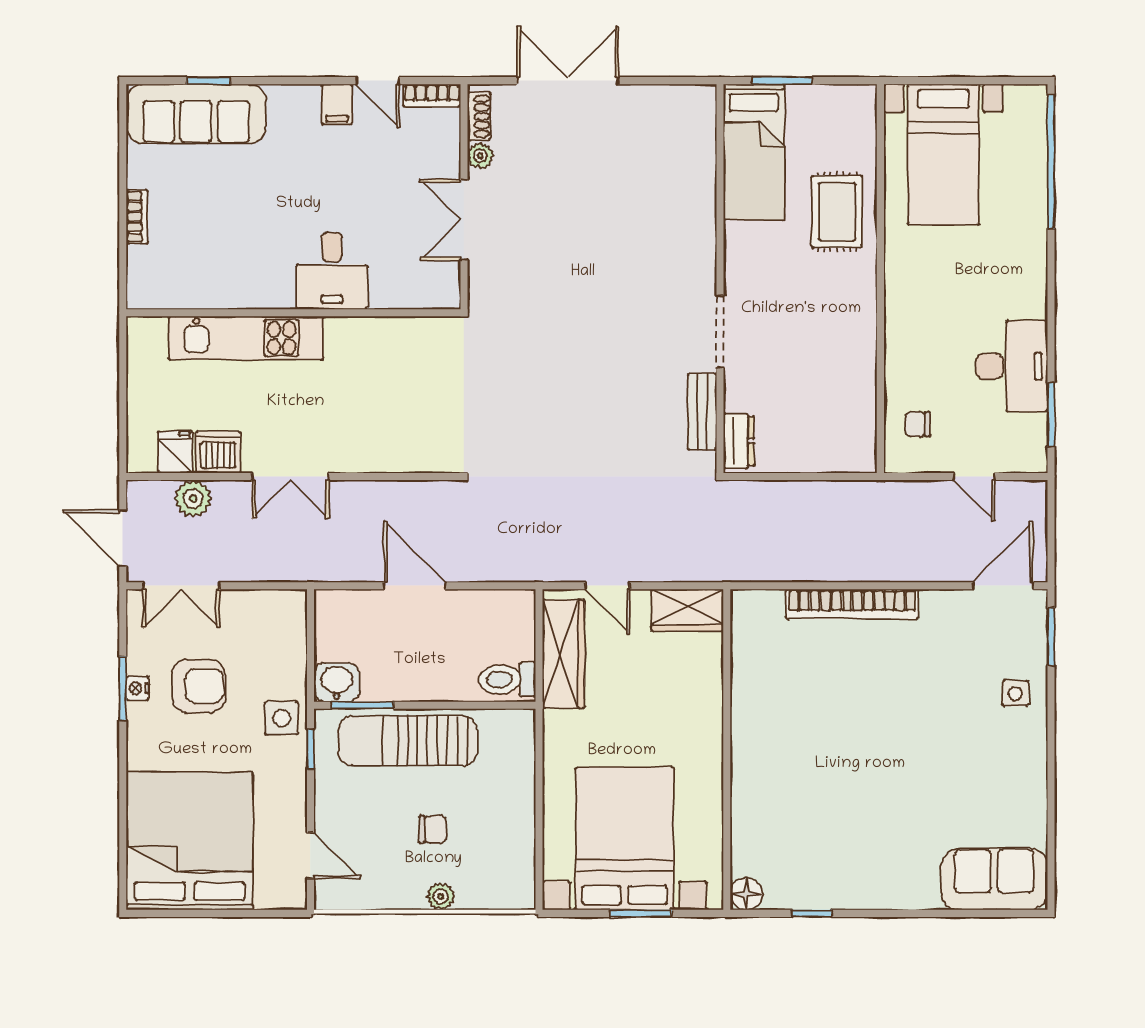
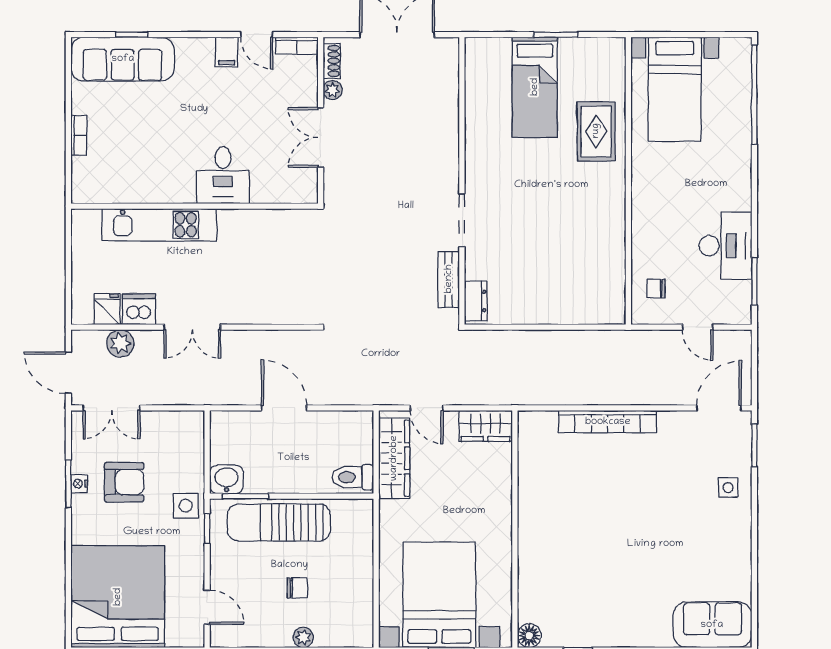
wall: (720, 279) -> (462, 181), moved
doorway: (720, 332) -> (462, 220), moved
bench: (702, 412) -> (449, 279), moved
dresser: (739, 441) -> (476, 301), moved

